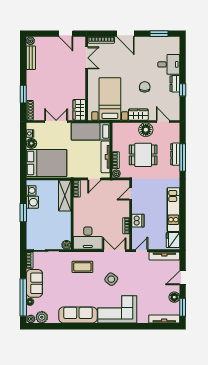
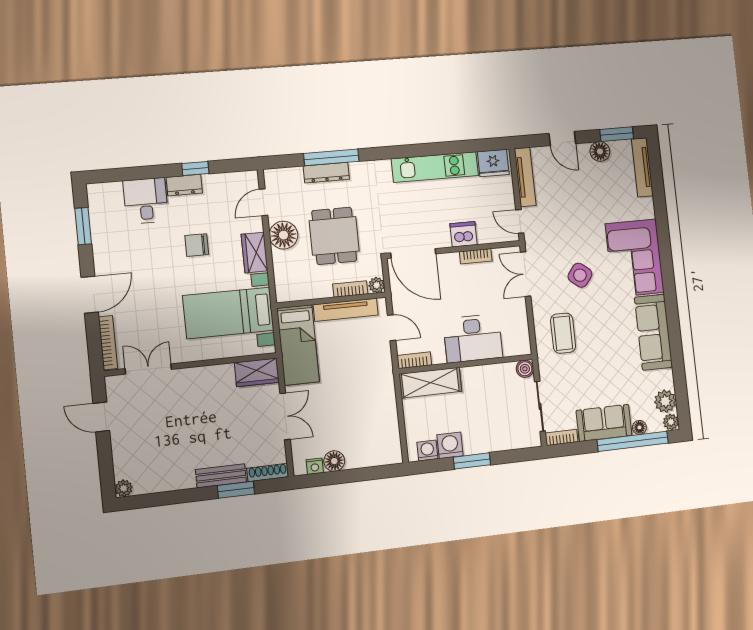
door: (66, 34) -> (101, 417), swing flipped
bench: (31, 58) -> (221, 476), moved
double door: (56, 121) -> (285, 416), swing flipped
bed: (46, 163) -> (370, 426), removed
door: (131, 194) -> (413, 253), width x1.88
desk: (88, 238) -> (473, 338), moved, turned 90

